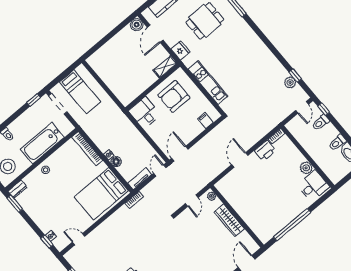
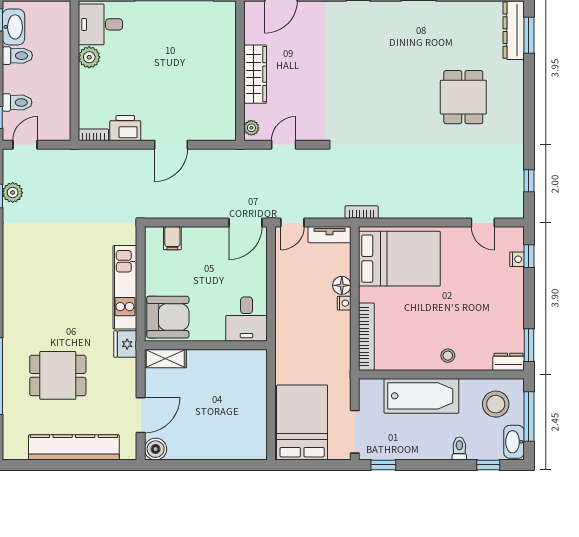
fridge: (181, 50) -> (125, 344), moved
bed: (80, 92) -> (302, 422), width x1.50
armchair: (174, 96) -> (168, 317), moved

